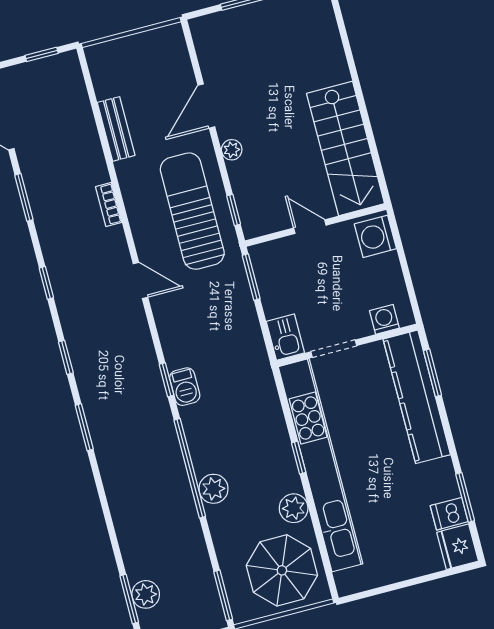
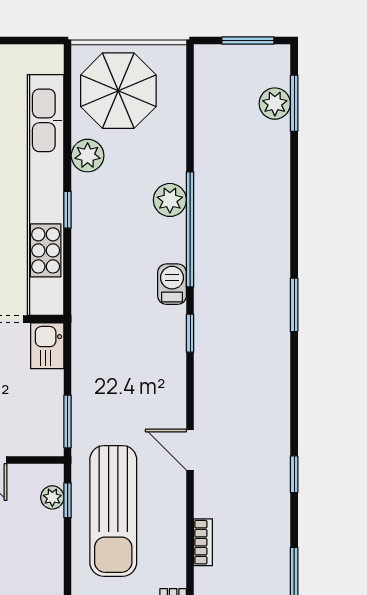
plant: (232, 150) -> (52, 497), moved
window: (66, 357) -> (294, 387), removed
barbecue: (185, 387) -> (172, 284), moved
window: (223, 595) -> (190, 80), removed

